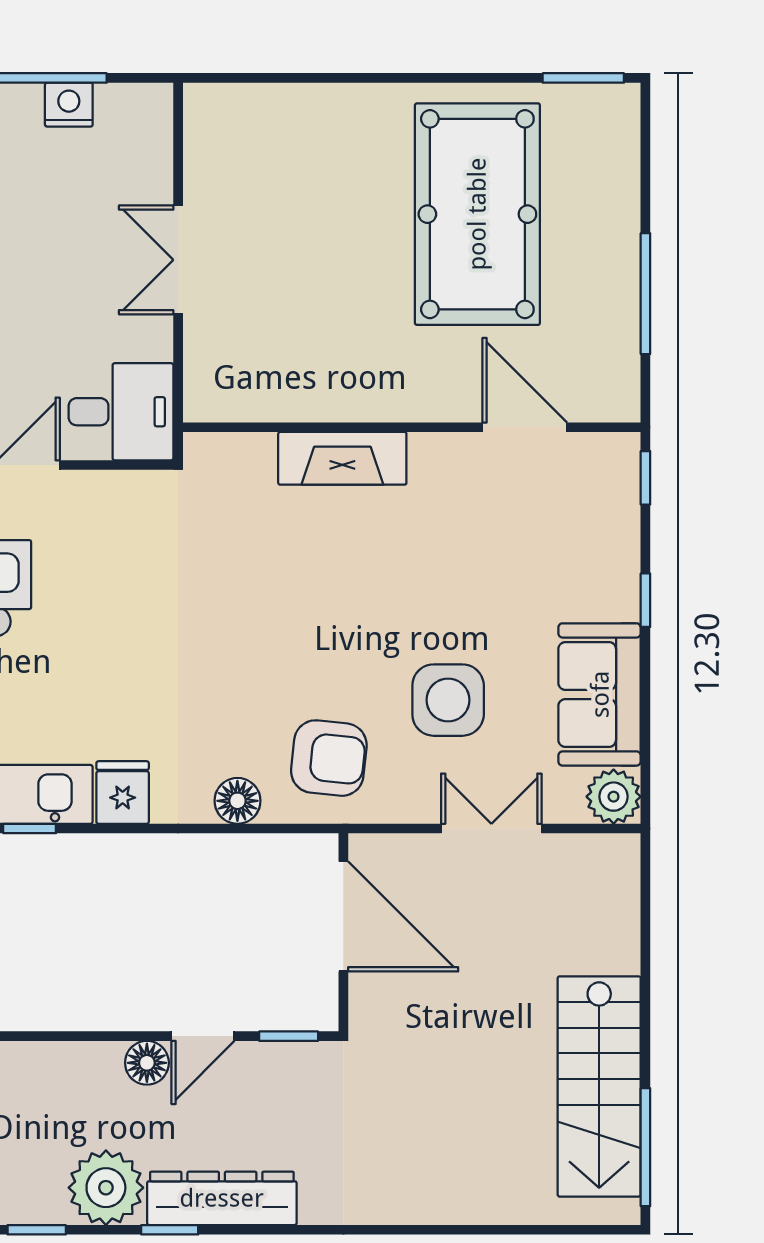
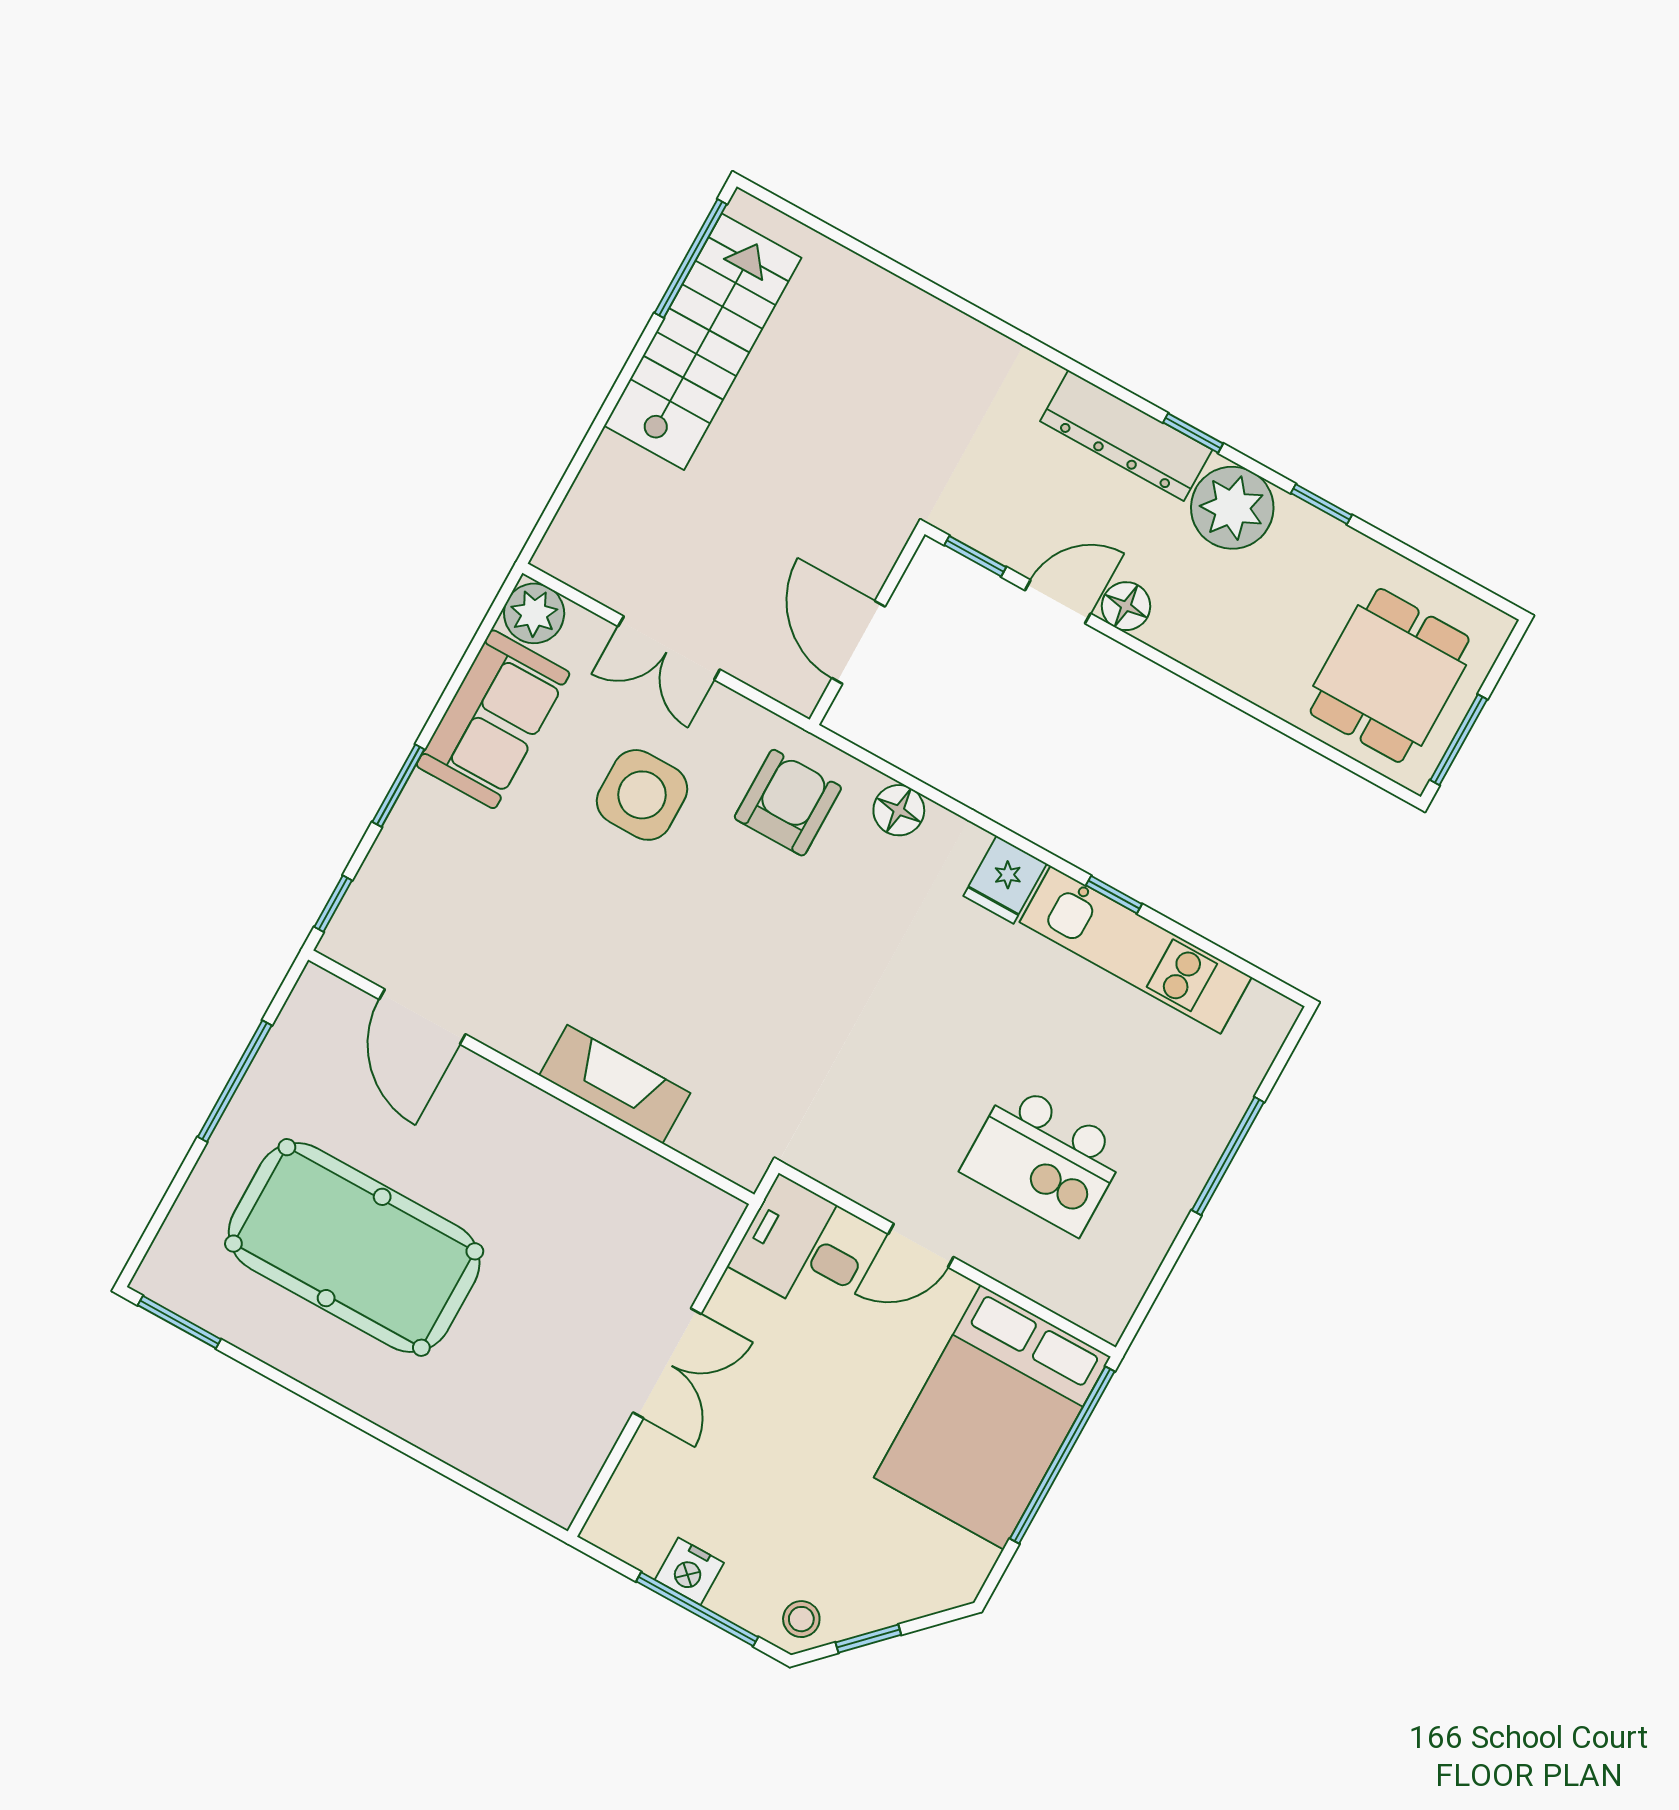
pool table: (477, 214) -> (354, 1247), turned 90
window: (645, 600) -> (398, 786), width x1.50
armchair: (329, 758) -> (788, 803), turned 84
door: (343, 916) -> (859, 642), width x0.73

